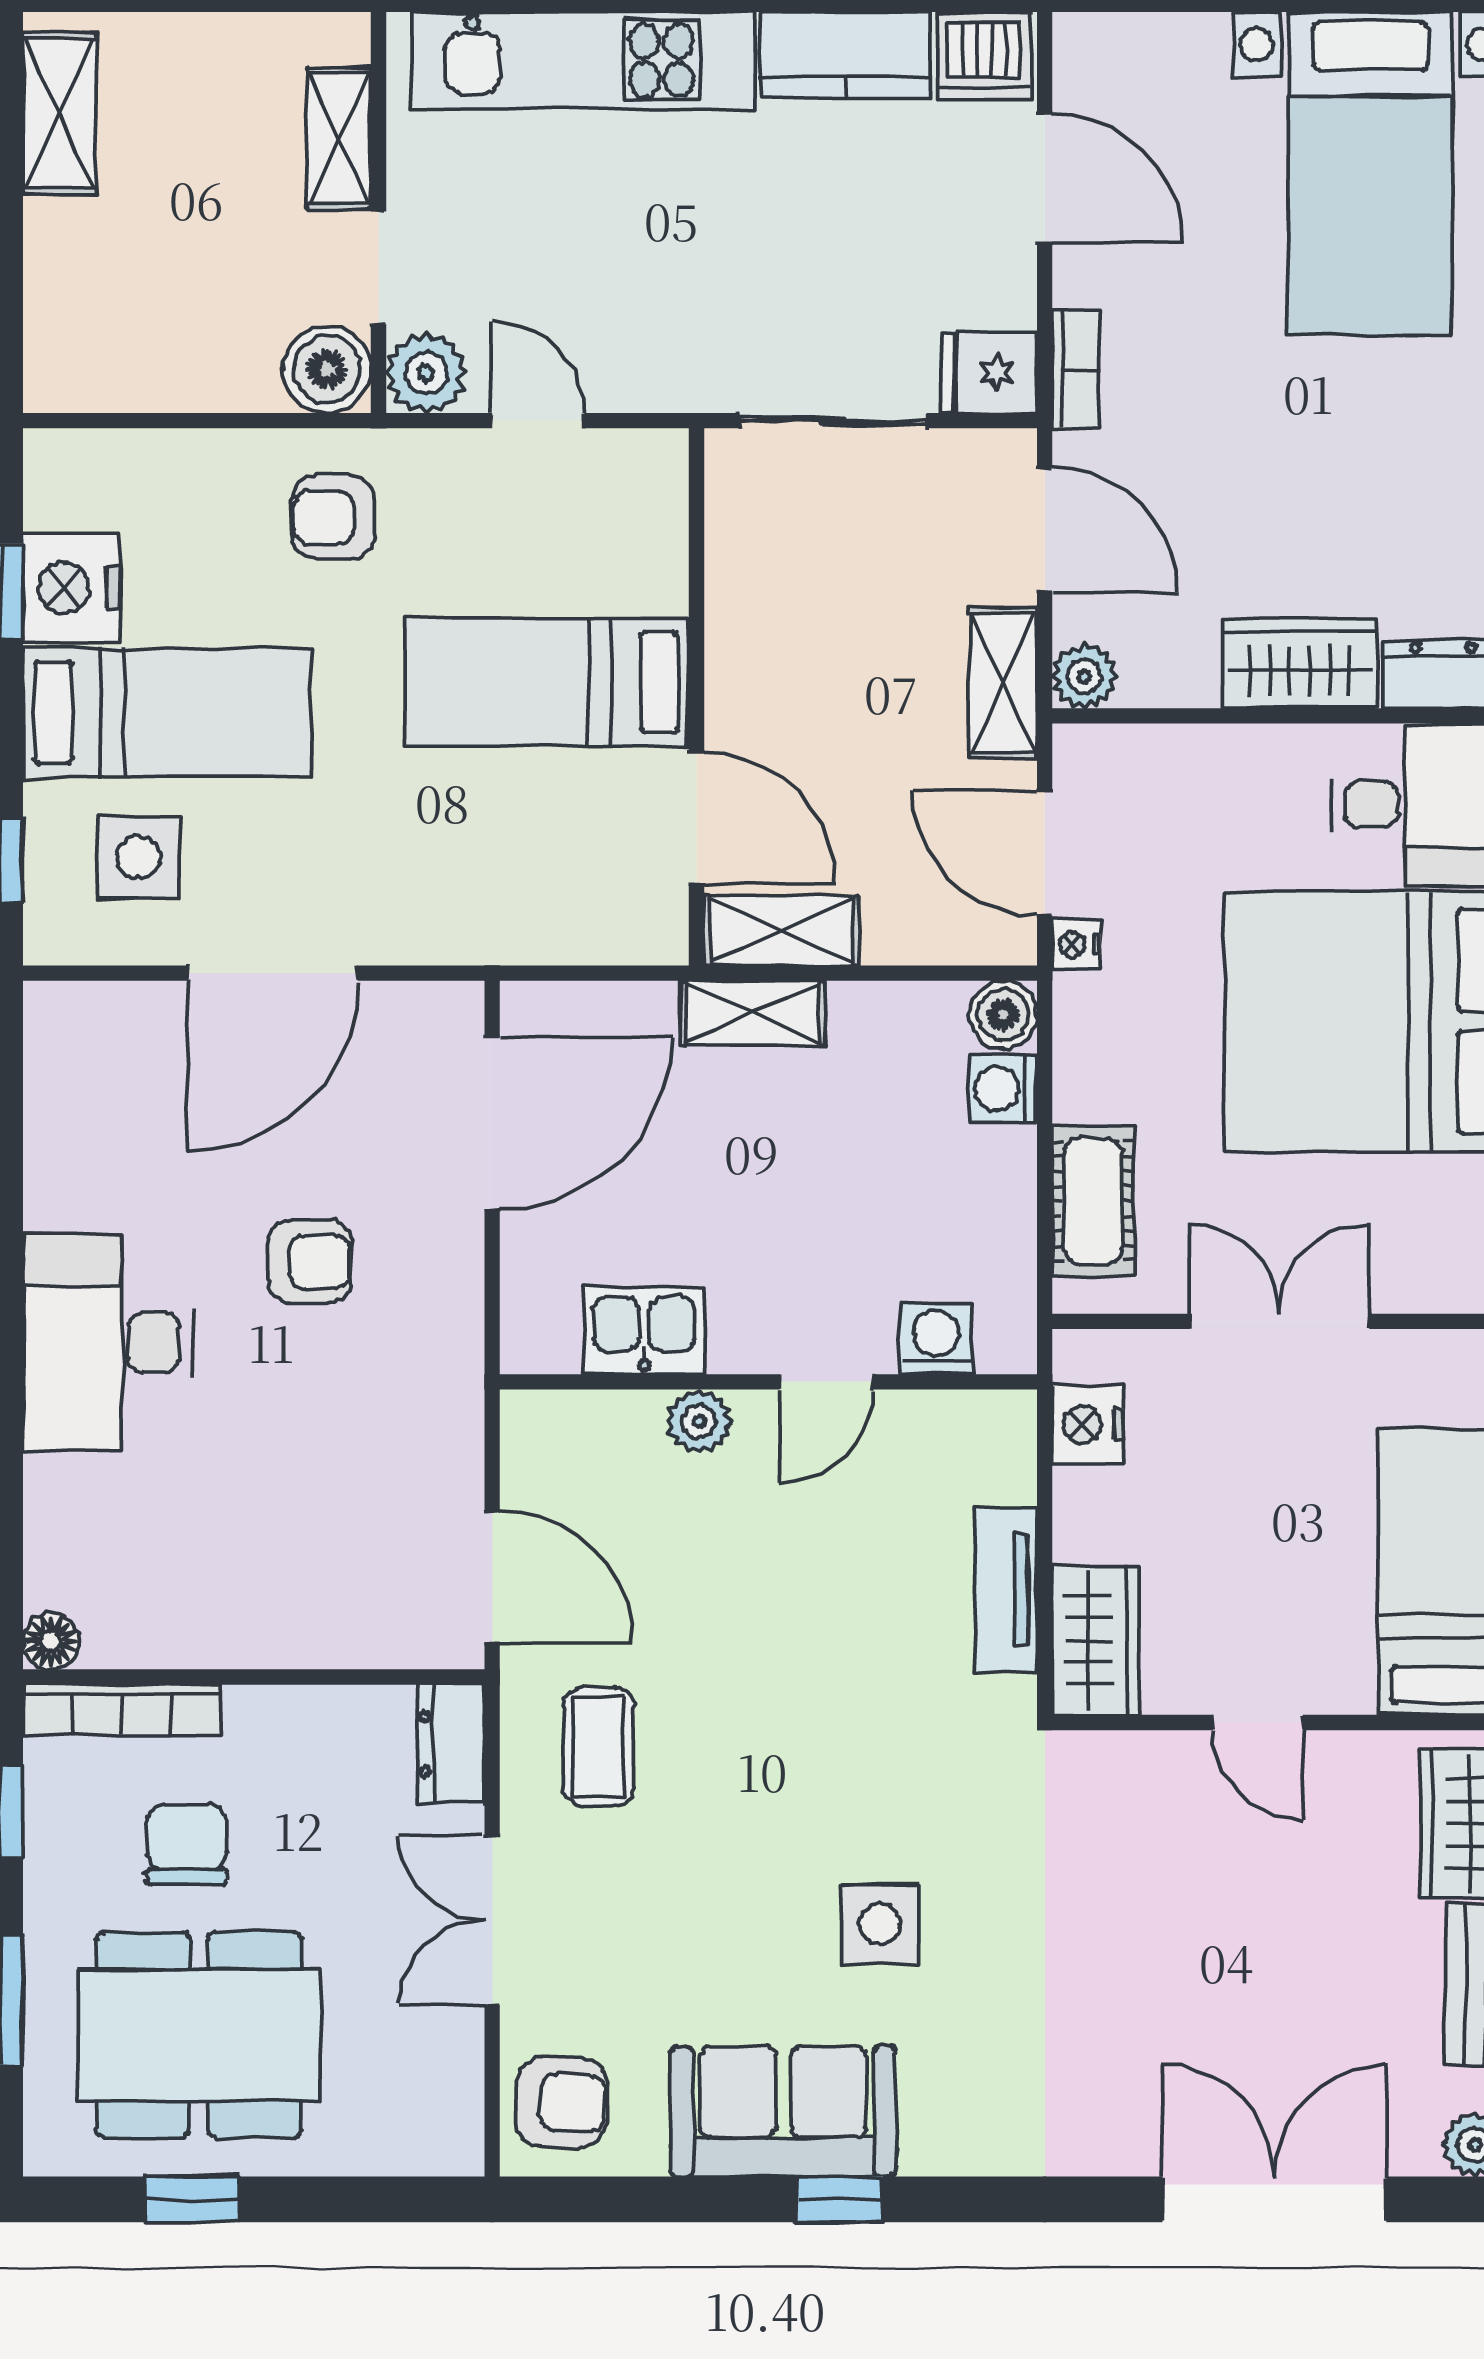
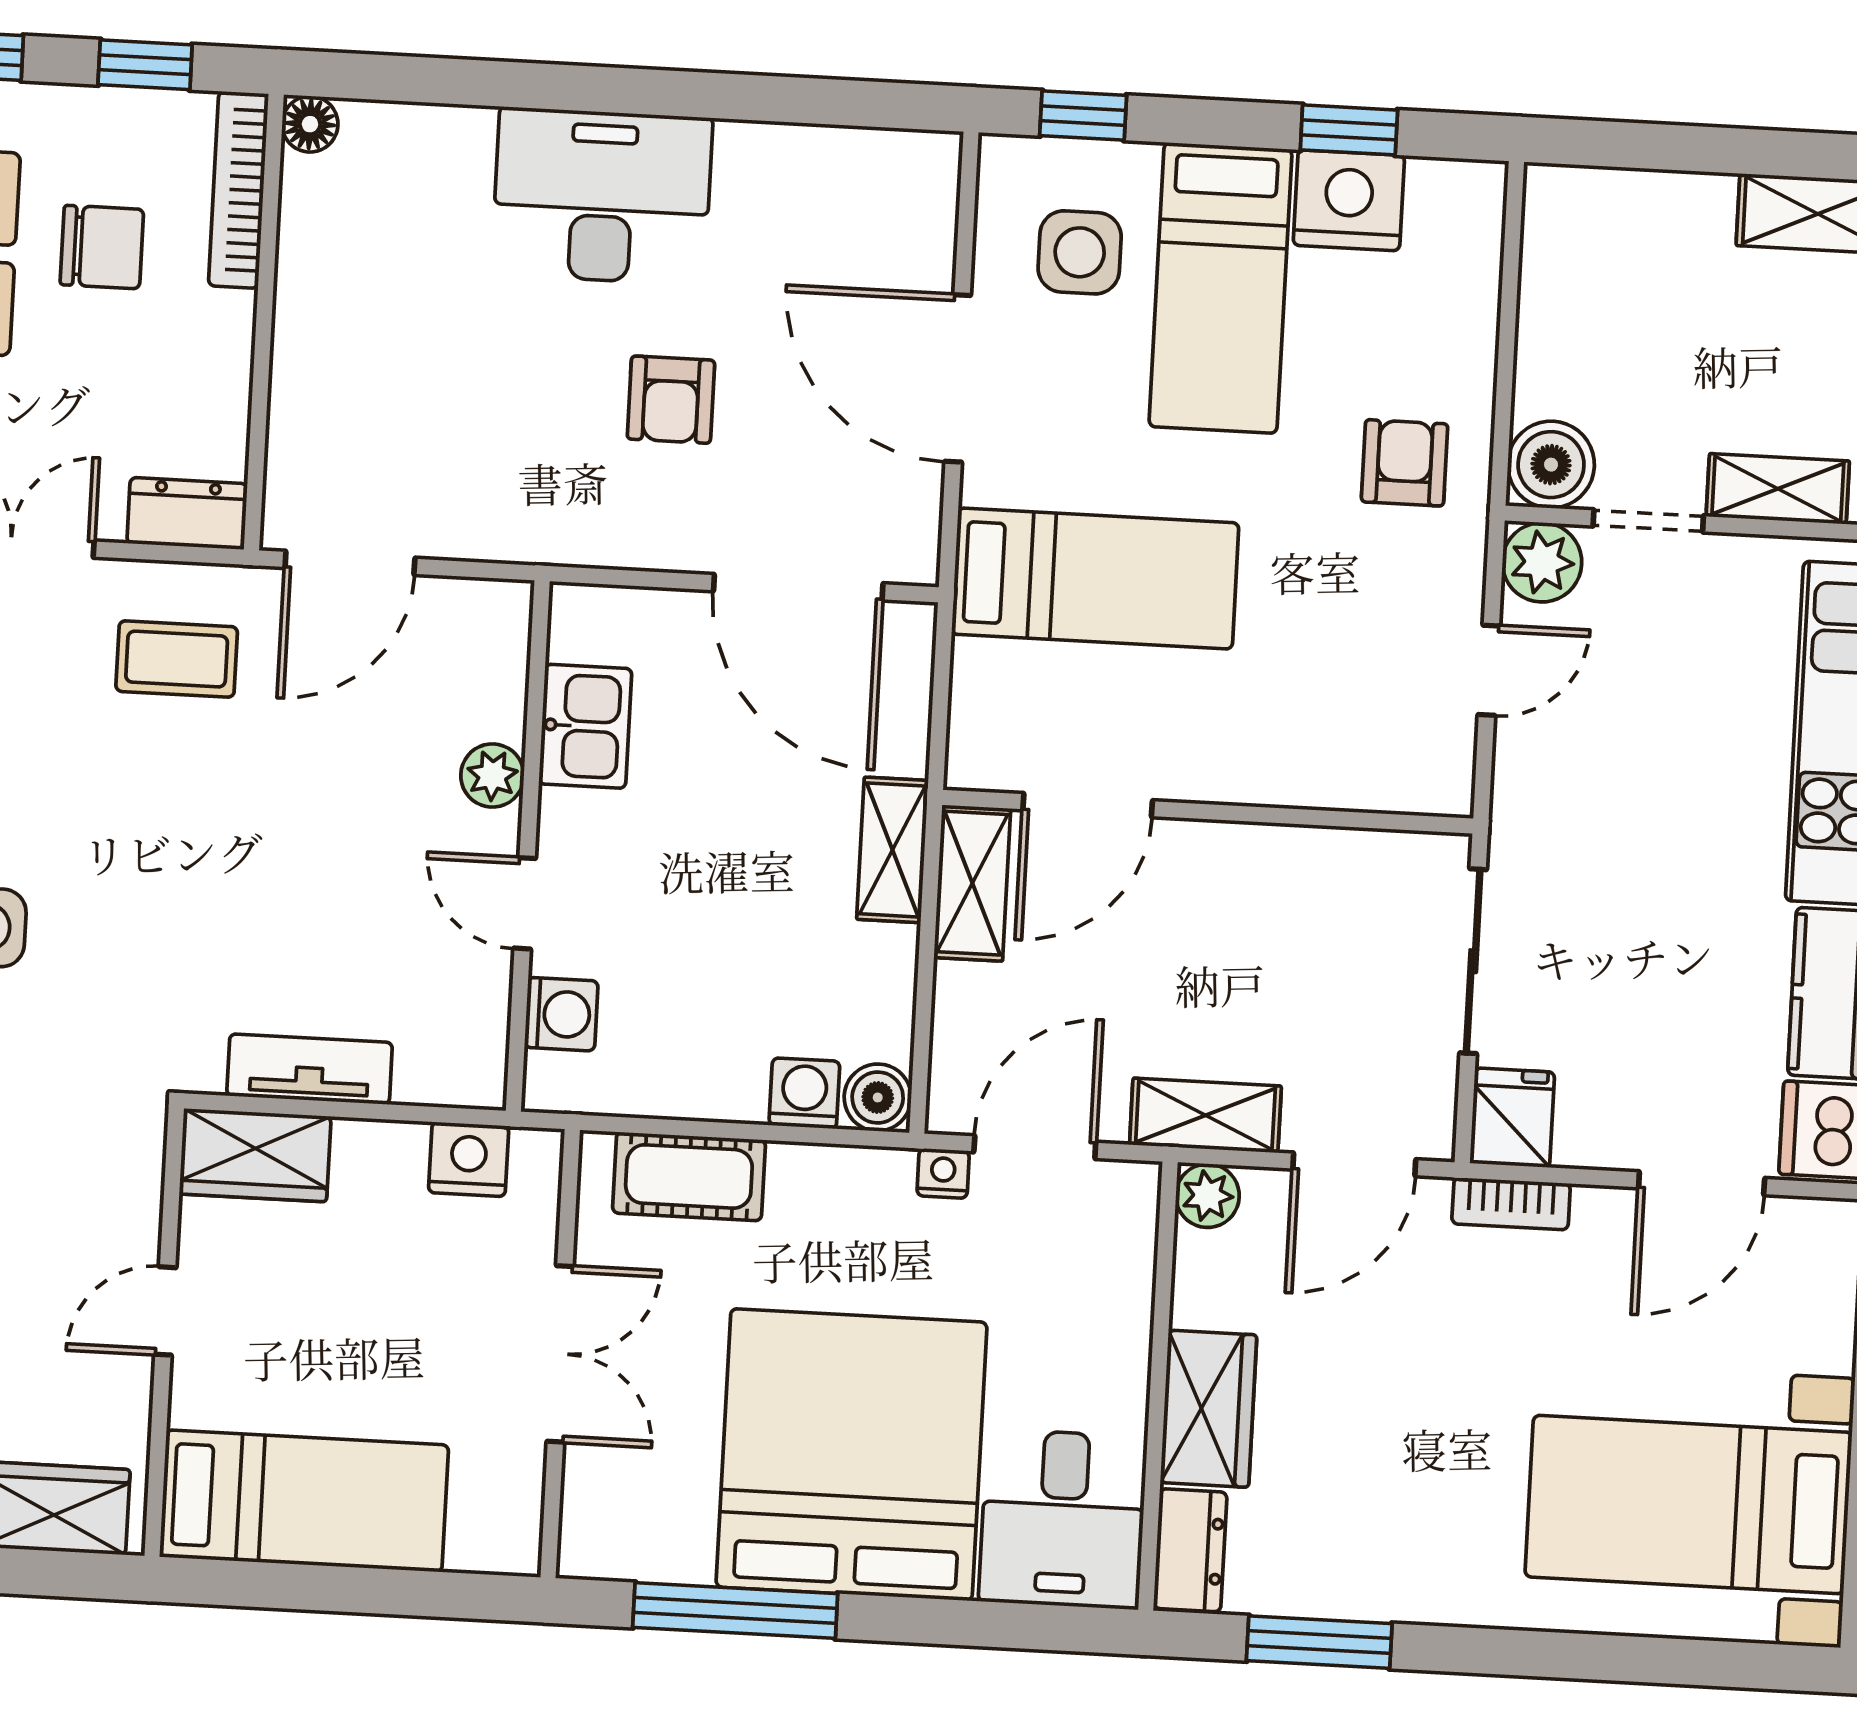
bed: (547, 682) -> (1095, 579), moved, turned 90

